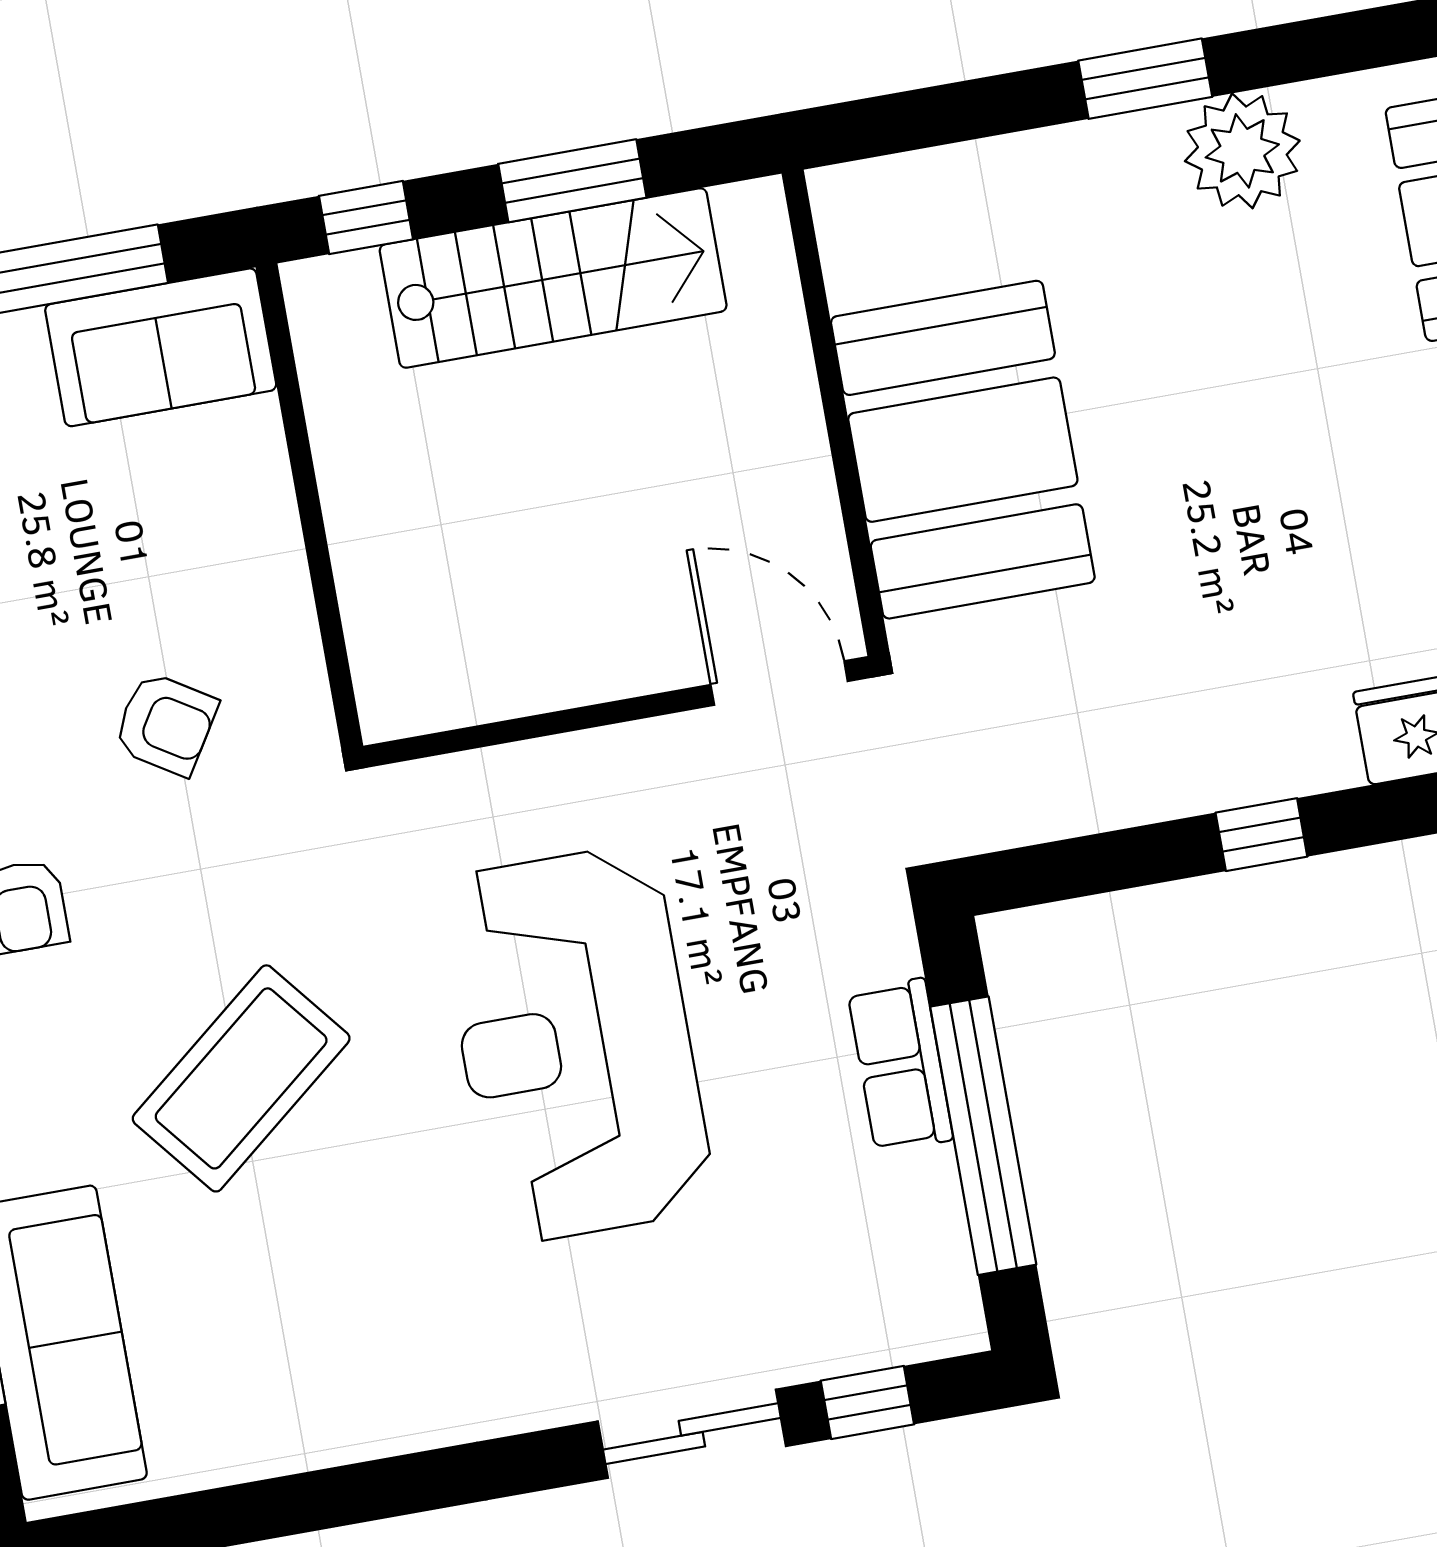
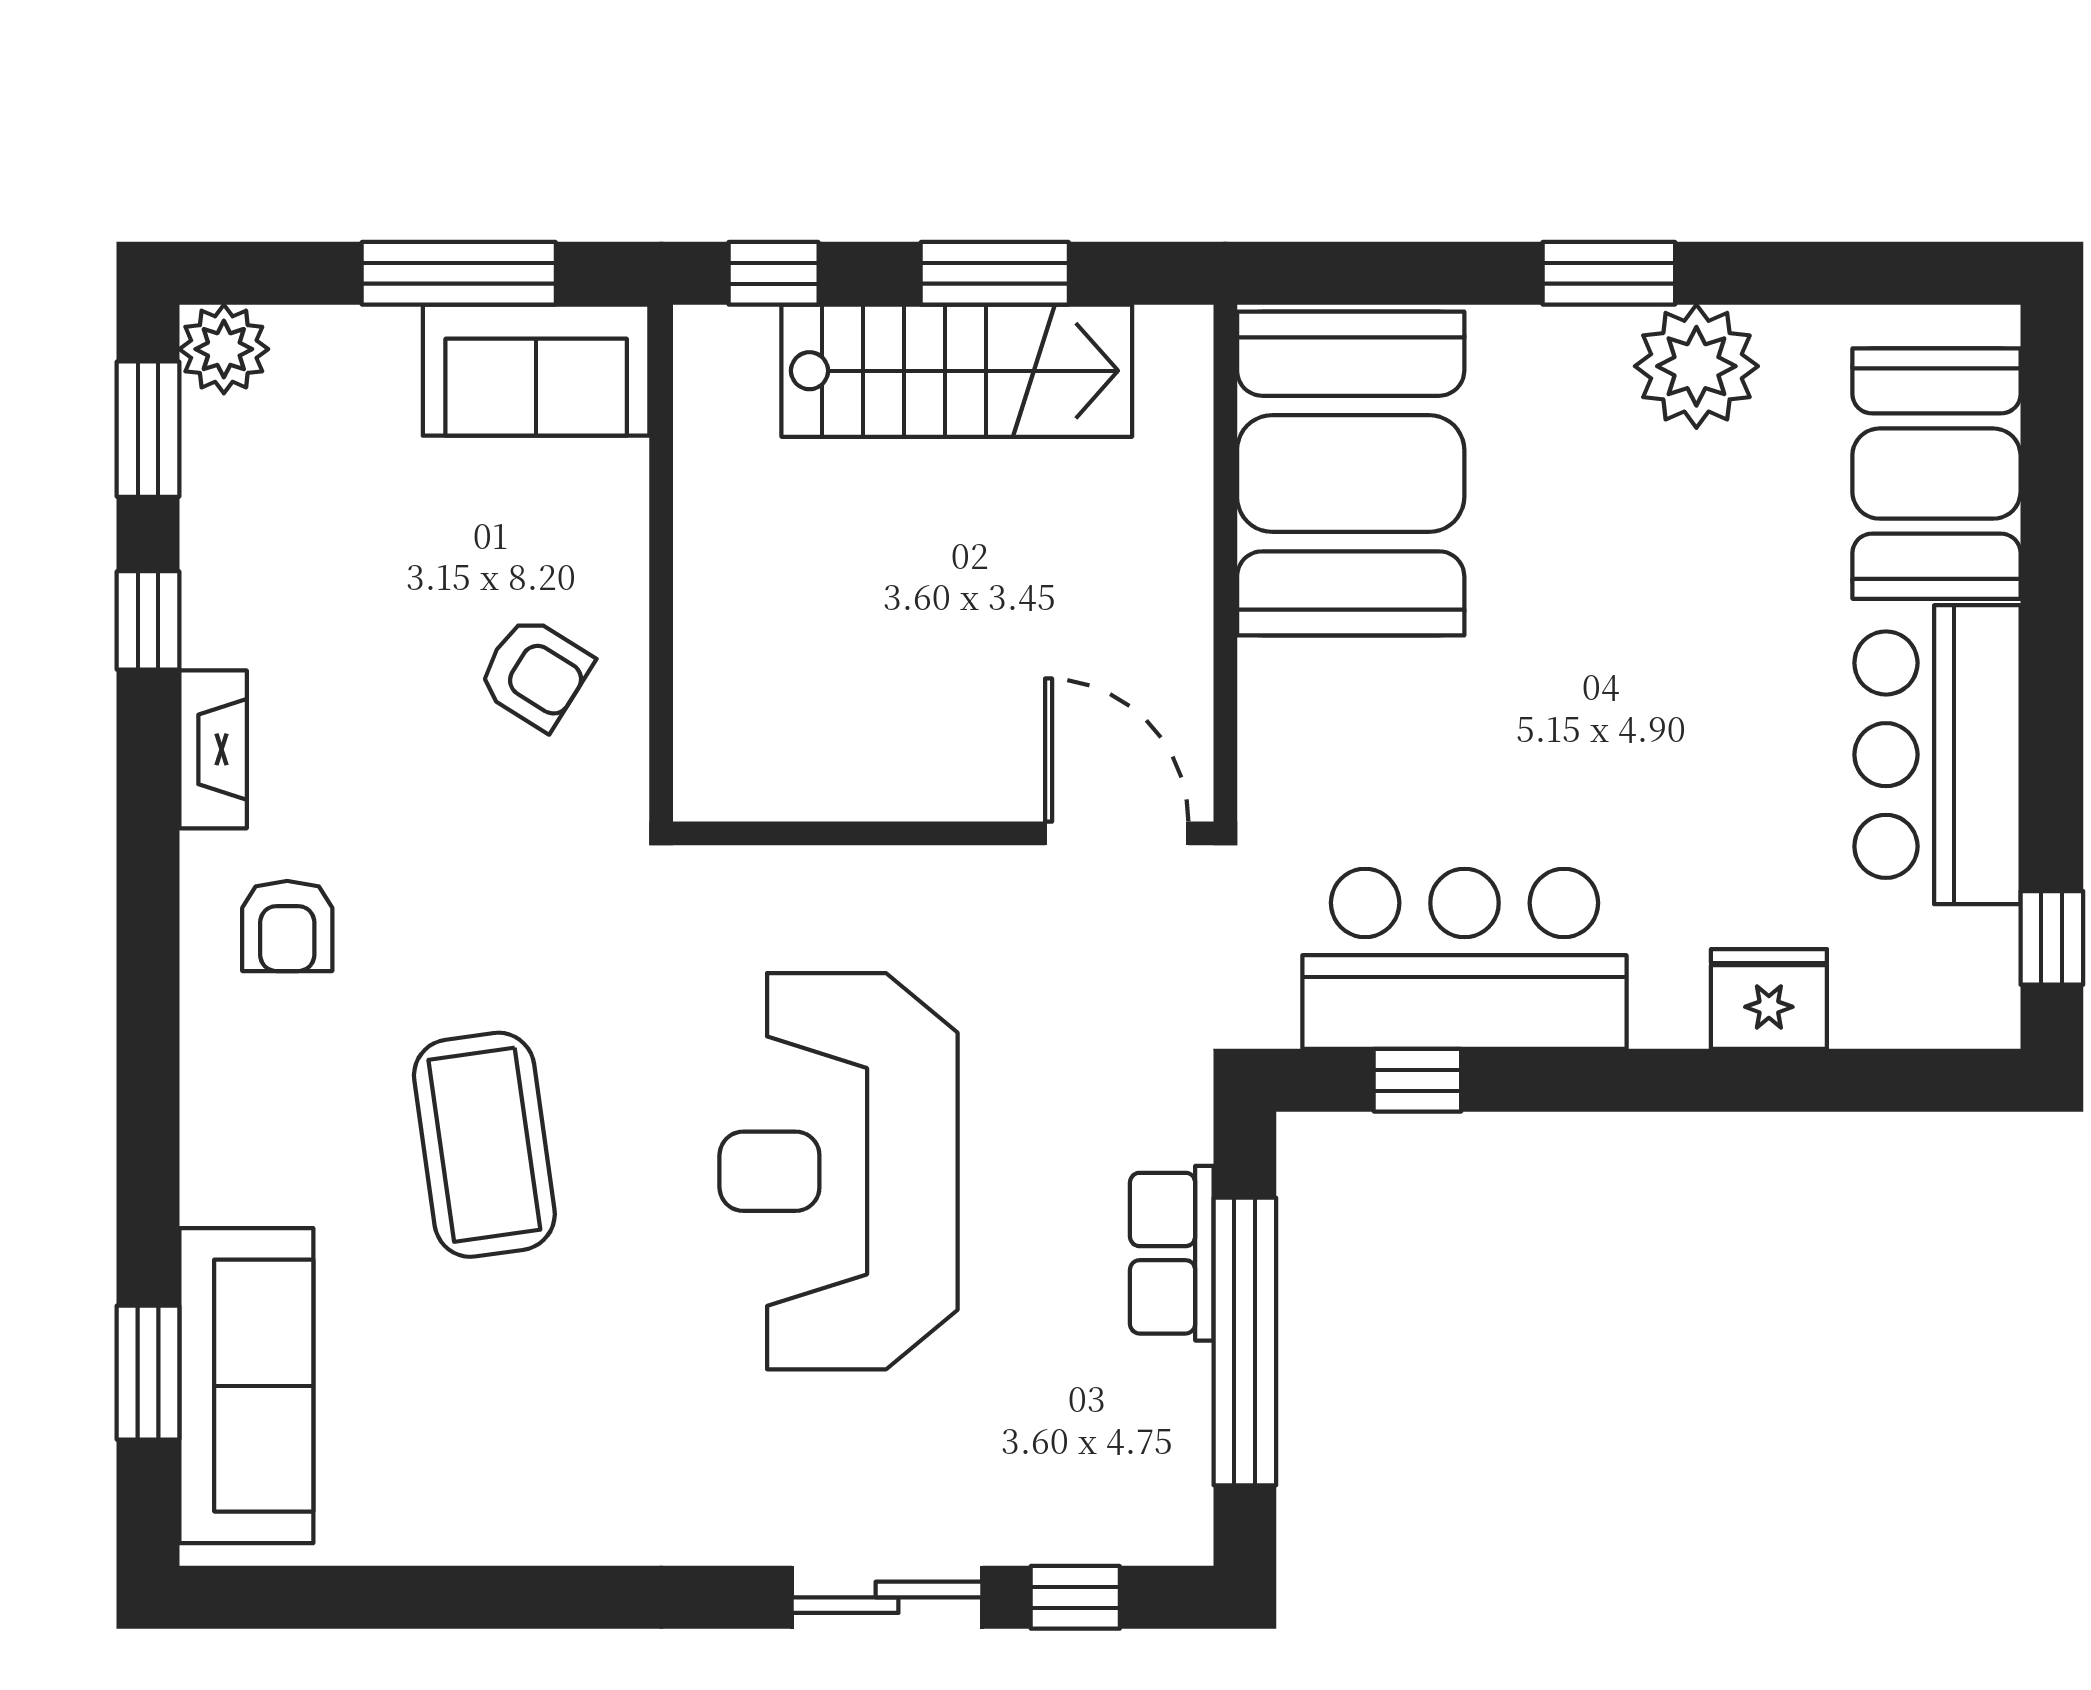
booth: (963, 450) -> (1351, 474), moved
armchair: (166, 724) -> (535, 673), moved
bar counter: (1124, 742) -> (1464, 959), added
window: (1261, 835) -> (1417, 1080), moved
coffee table: (241, 1078) -> (484, 1145), turned -59

